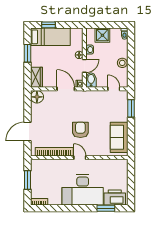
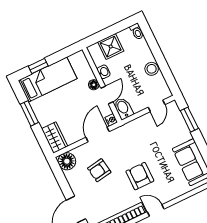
door: (66, 89) -> (98, 134), hinge flipped
door: (114, 89) -> (157, 106), swing flipped
armchair: (55, 113) -> (99, 170), added

